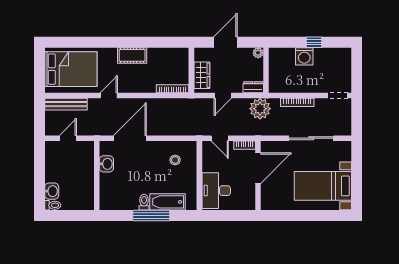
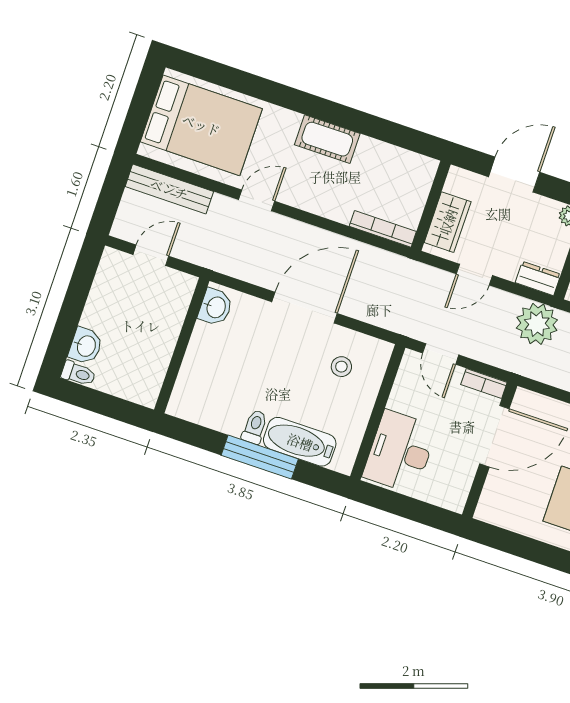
door: (130, 138) -> (305, 308), moved
washbasin: (106, 164) -> (215, 307), moved

